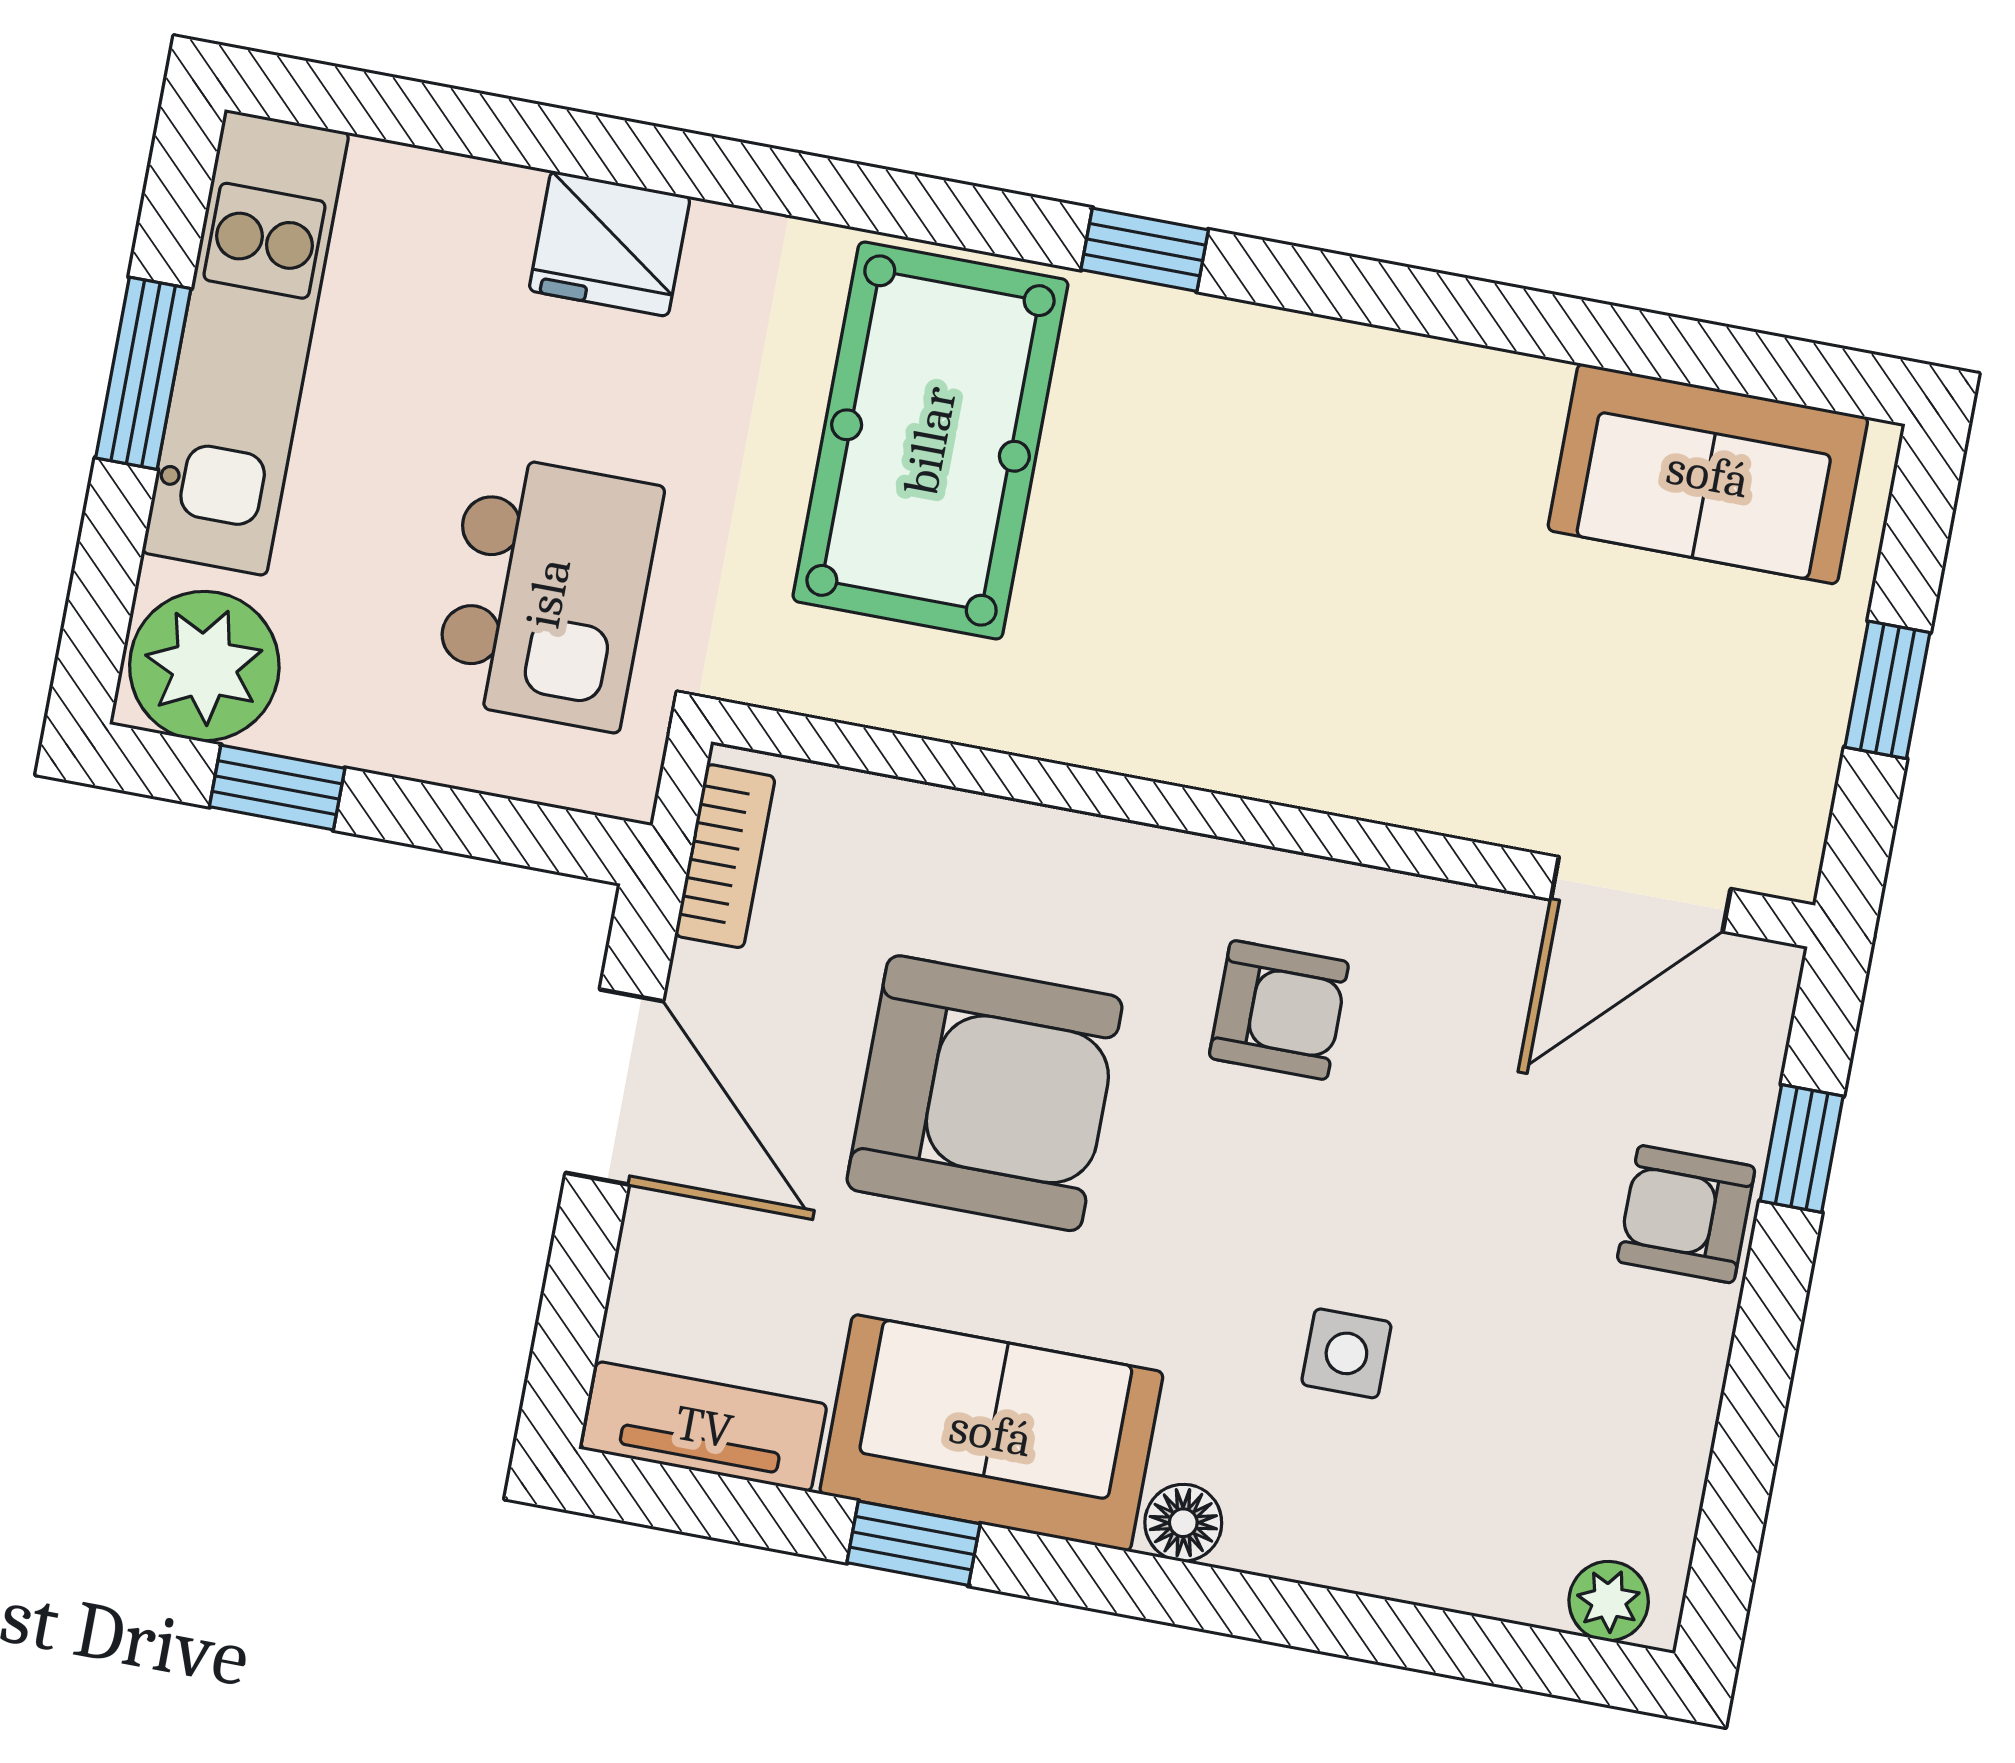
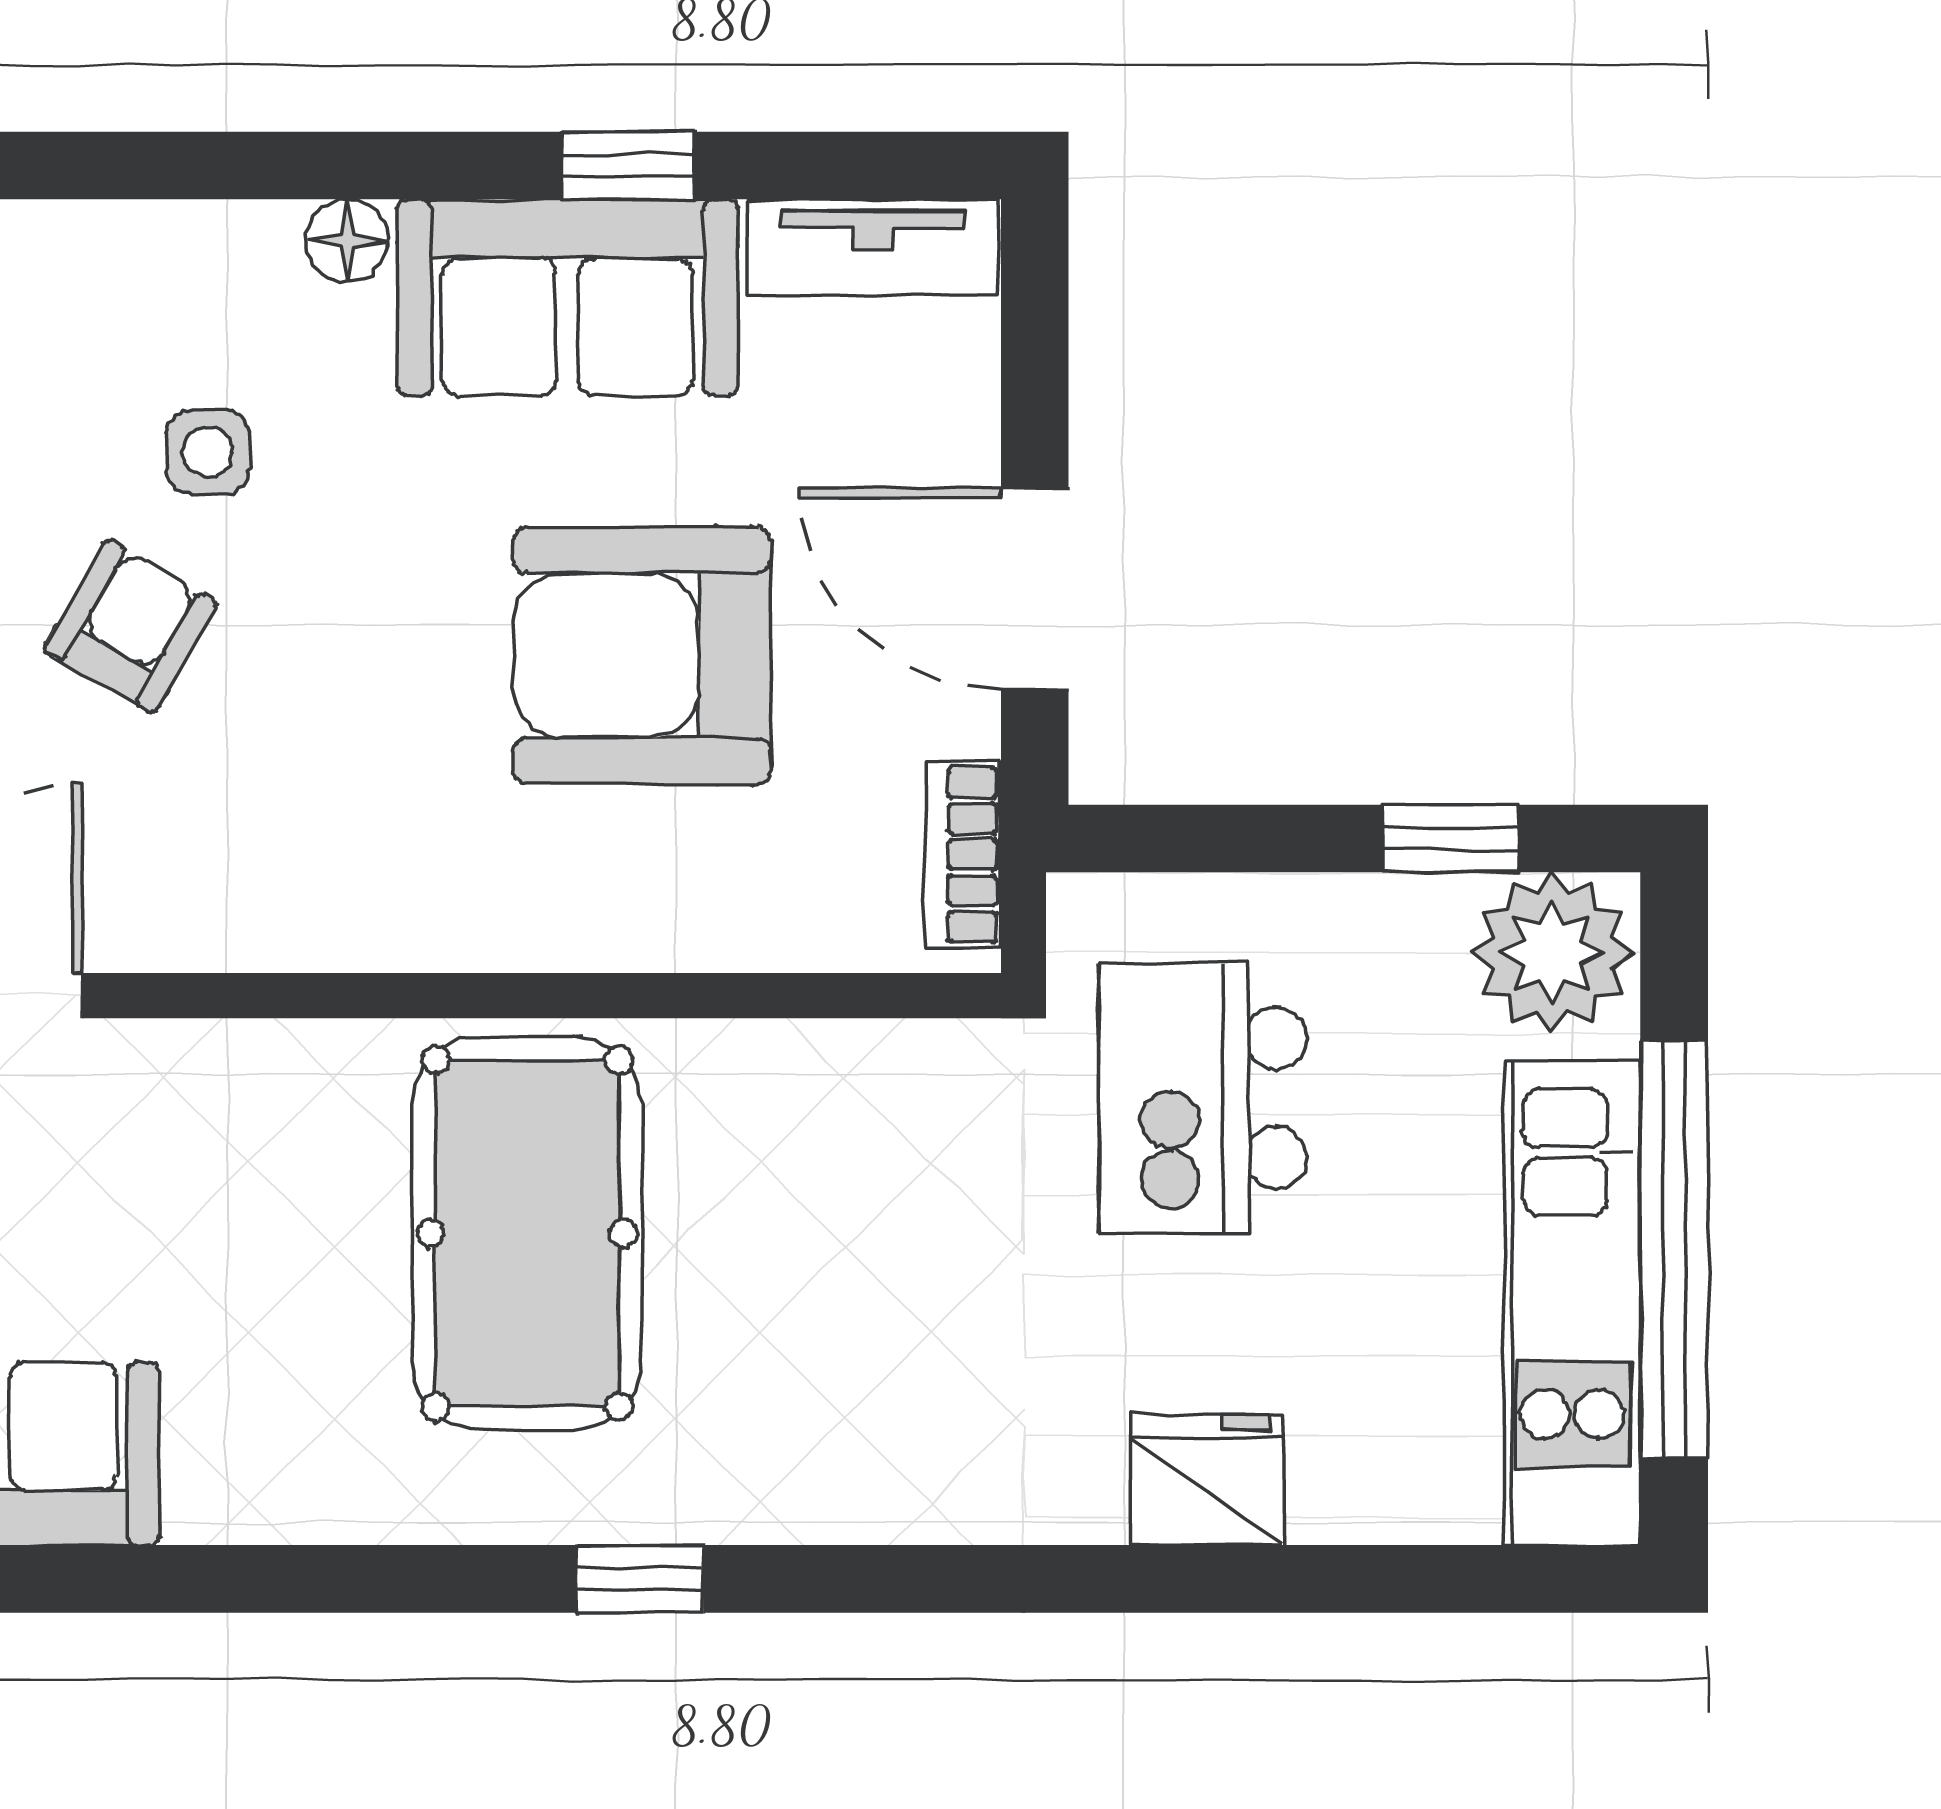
window: (143, 373) -> (1674, 1250), width x2.11
pool table: (930, 441) -> (527, 1233), moved
armchair: (1279, 1010) -> (130, 626), moved, turned 120

